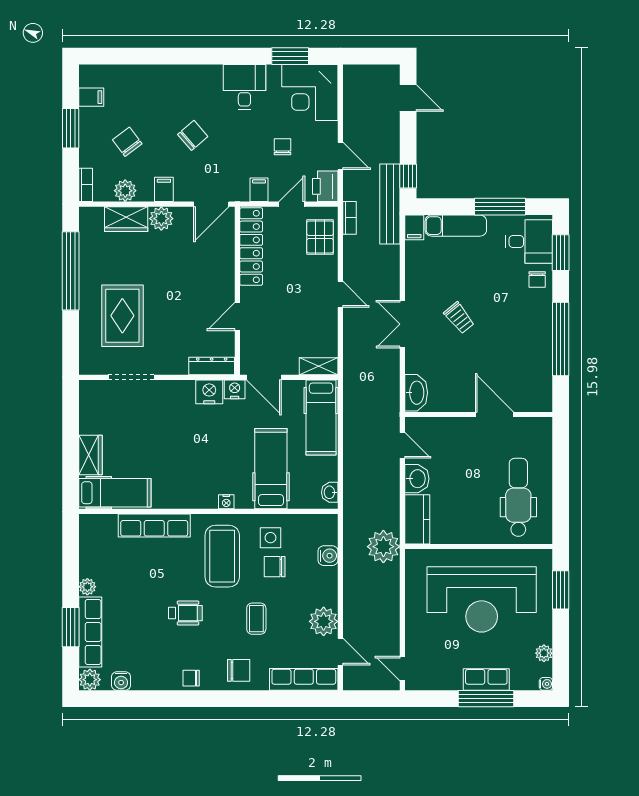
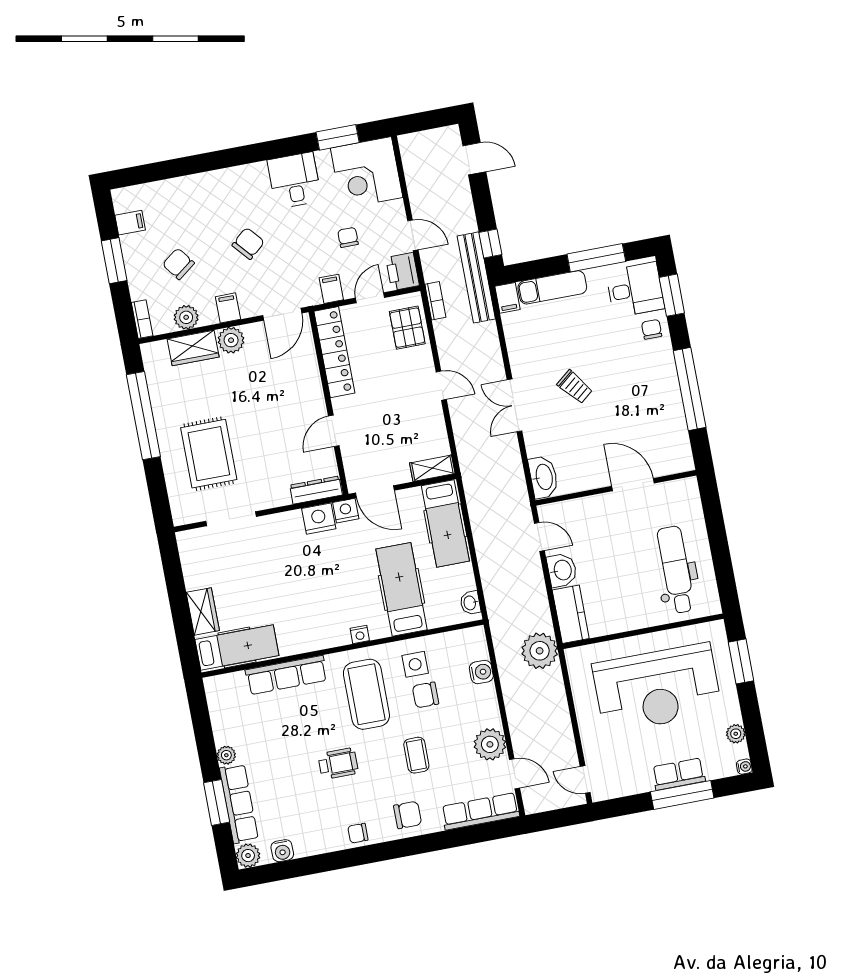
chair: (537, 280) -> (652, 329), turned 180

